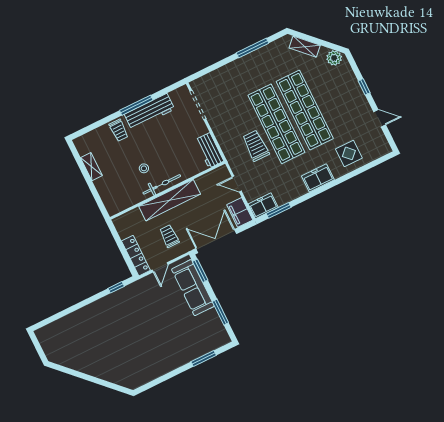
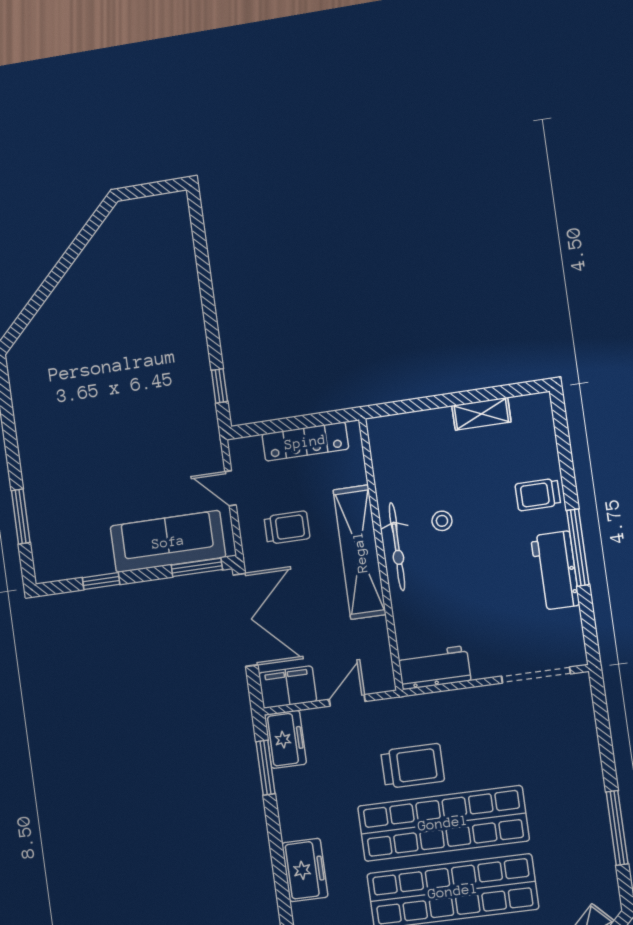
workbench: (149, 112) -> (555, 571), width x0.73
locker: (136, 256) -> (305, 442), moved
window: (220, 312) -> (101, 581), width x0.67

